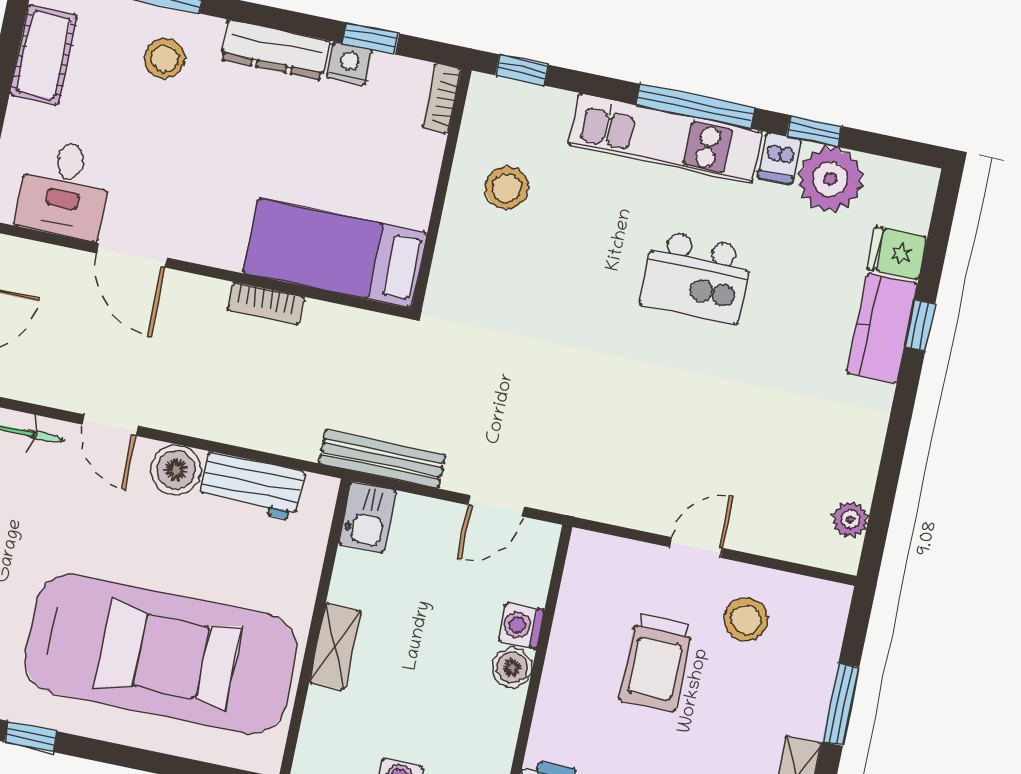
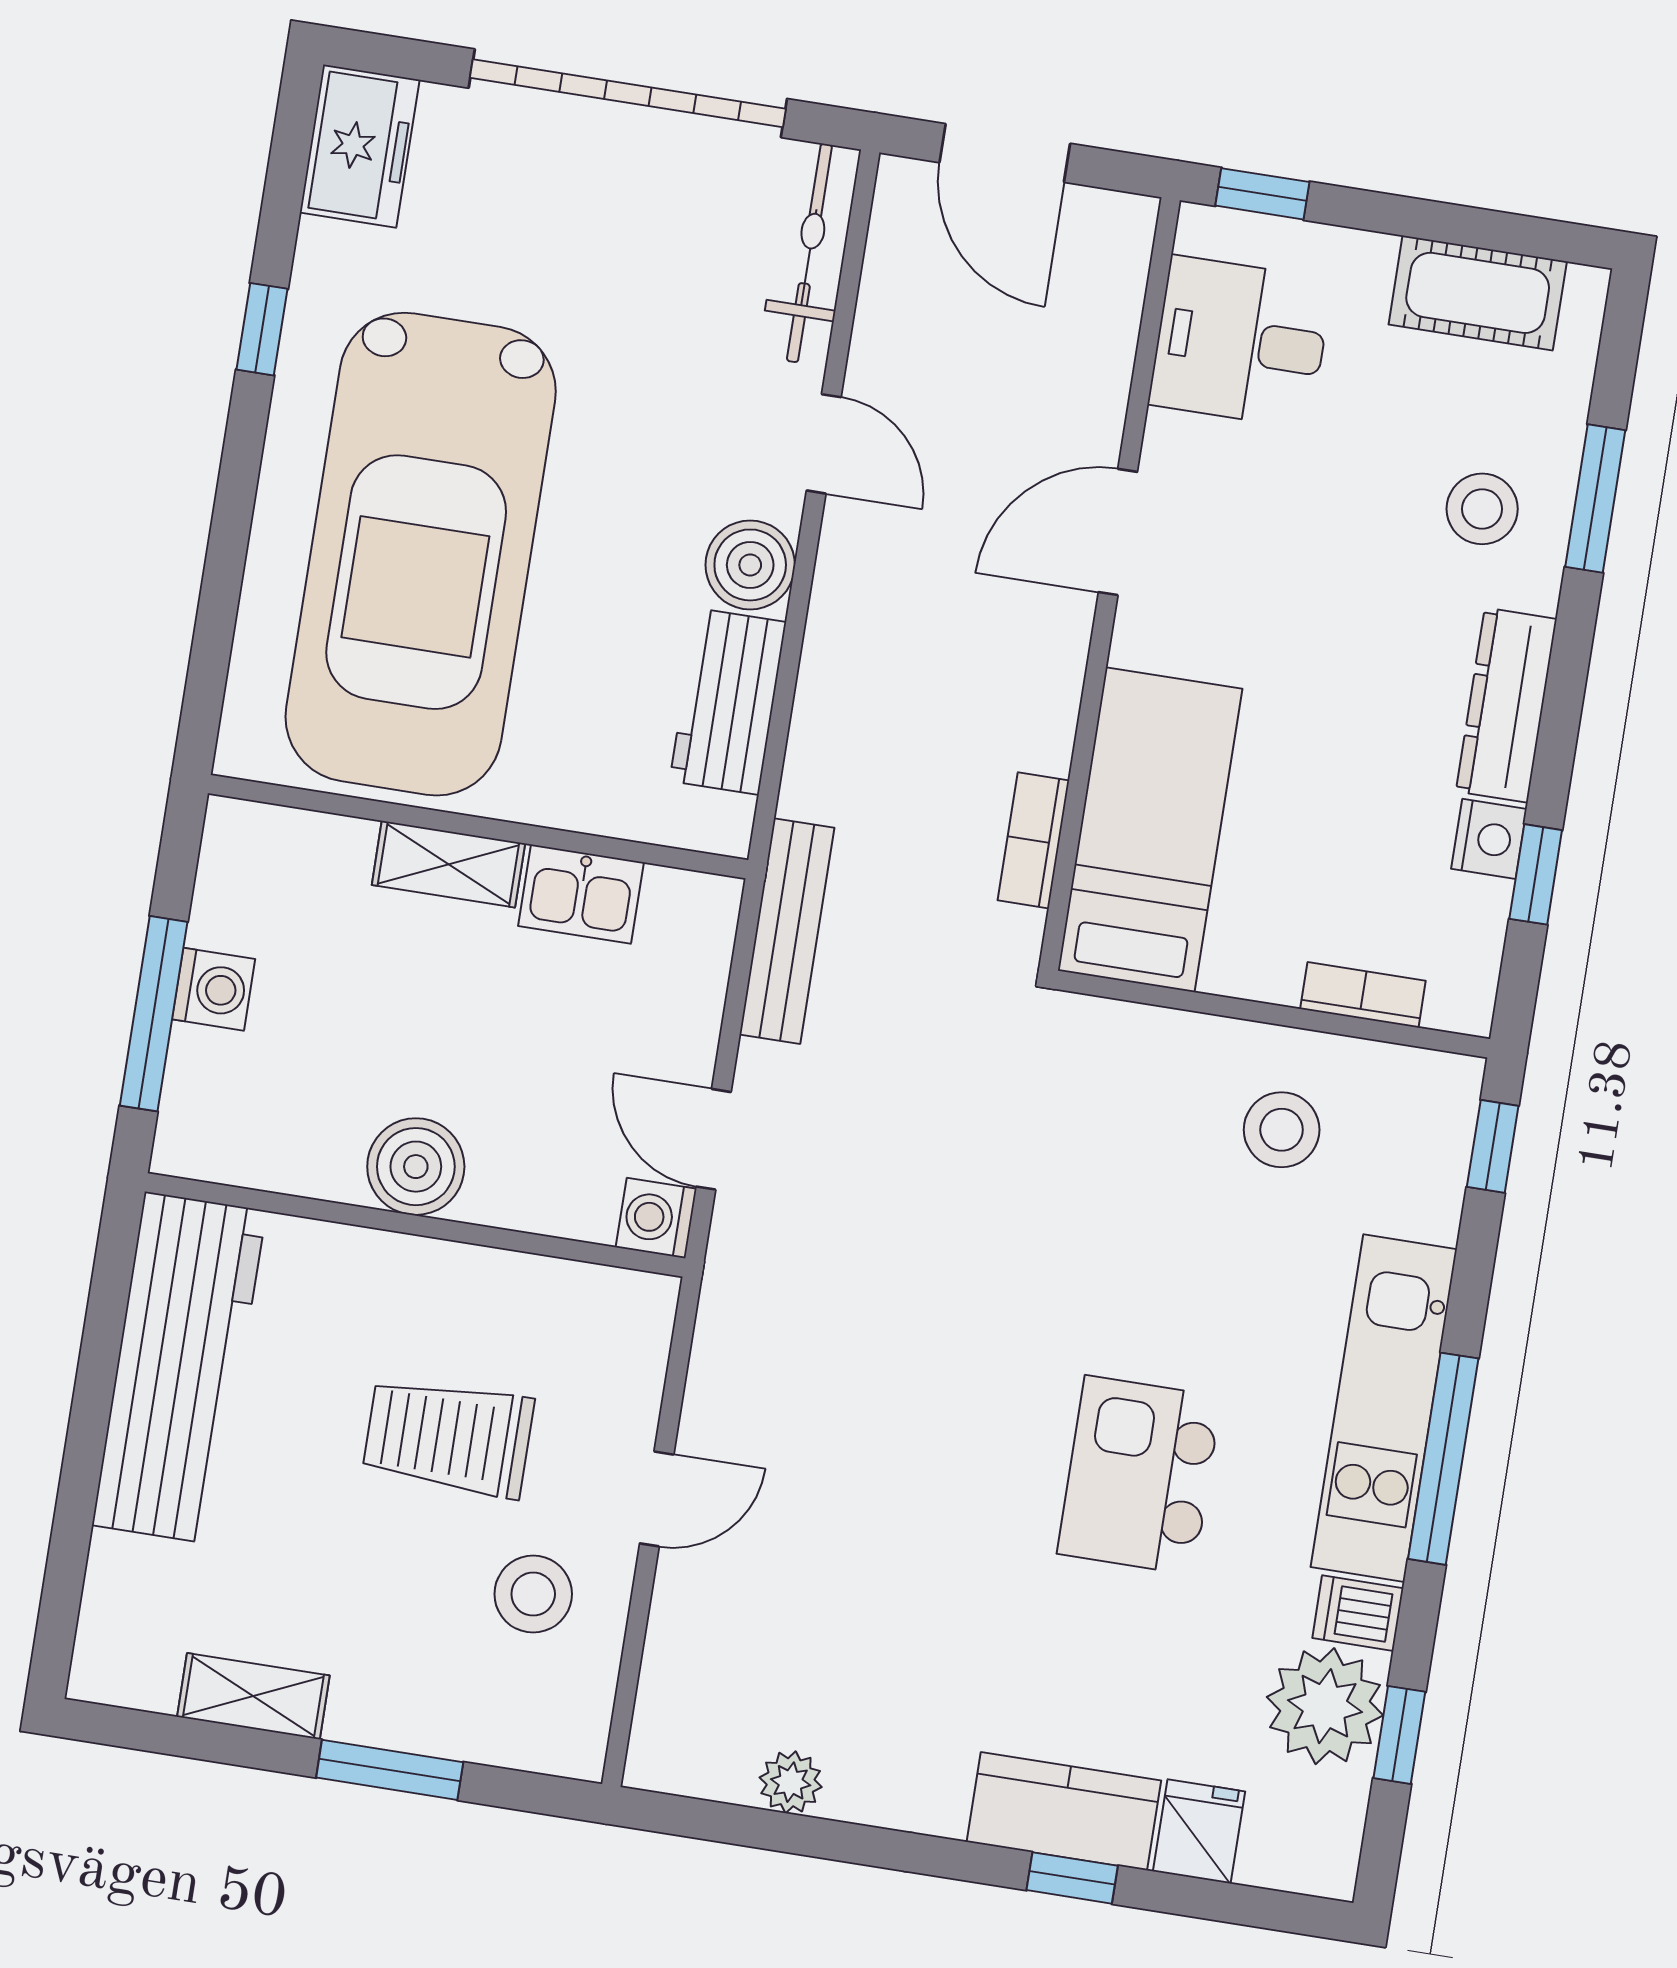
bookcase: (442, 98) -> (1363, 995), moved
window: (814, 131) -> (1399, 1735), moved
door: (132, 255) -> (1118, 532), moved
bookcase: (266, 304) -> (1033, 840), moved
door: (110, 425) -> (824, 444), swing flipped
kitchen sink: (367, 517) -> (581, 894), moved
plant: (850, 519) -> (791, 1782), moved
door: (696, 548) -> (657, 1499), hinge flipped
washing machine: (521, 625) -> (656, 1218), moved, turned -90
boiler: (512, 668) -> (416, 1167), width x1.36, depth x1.36

